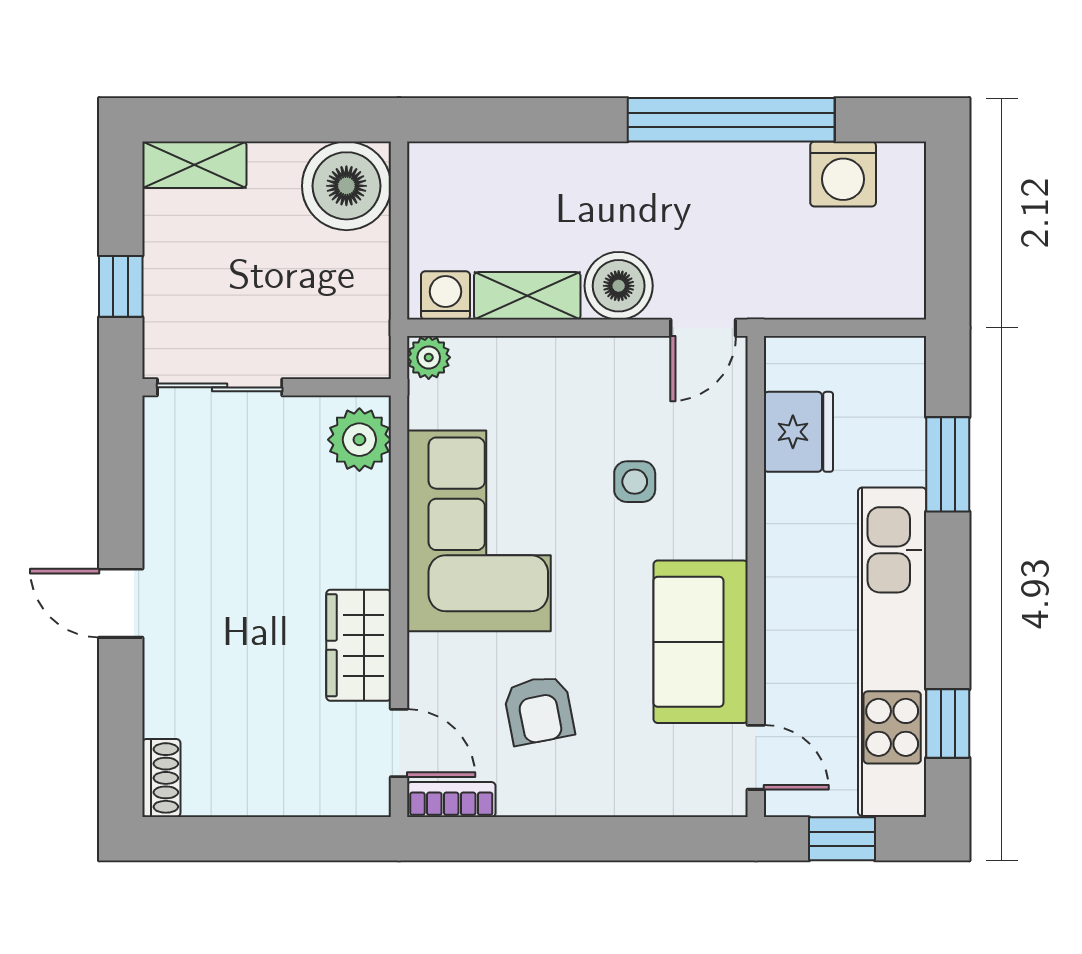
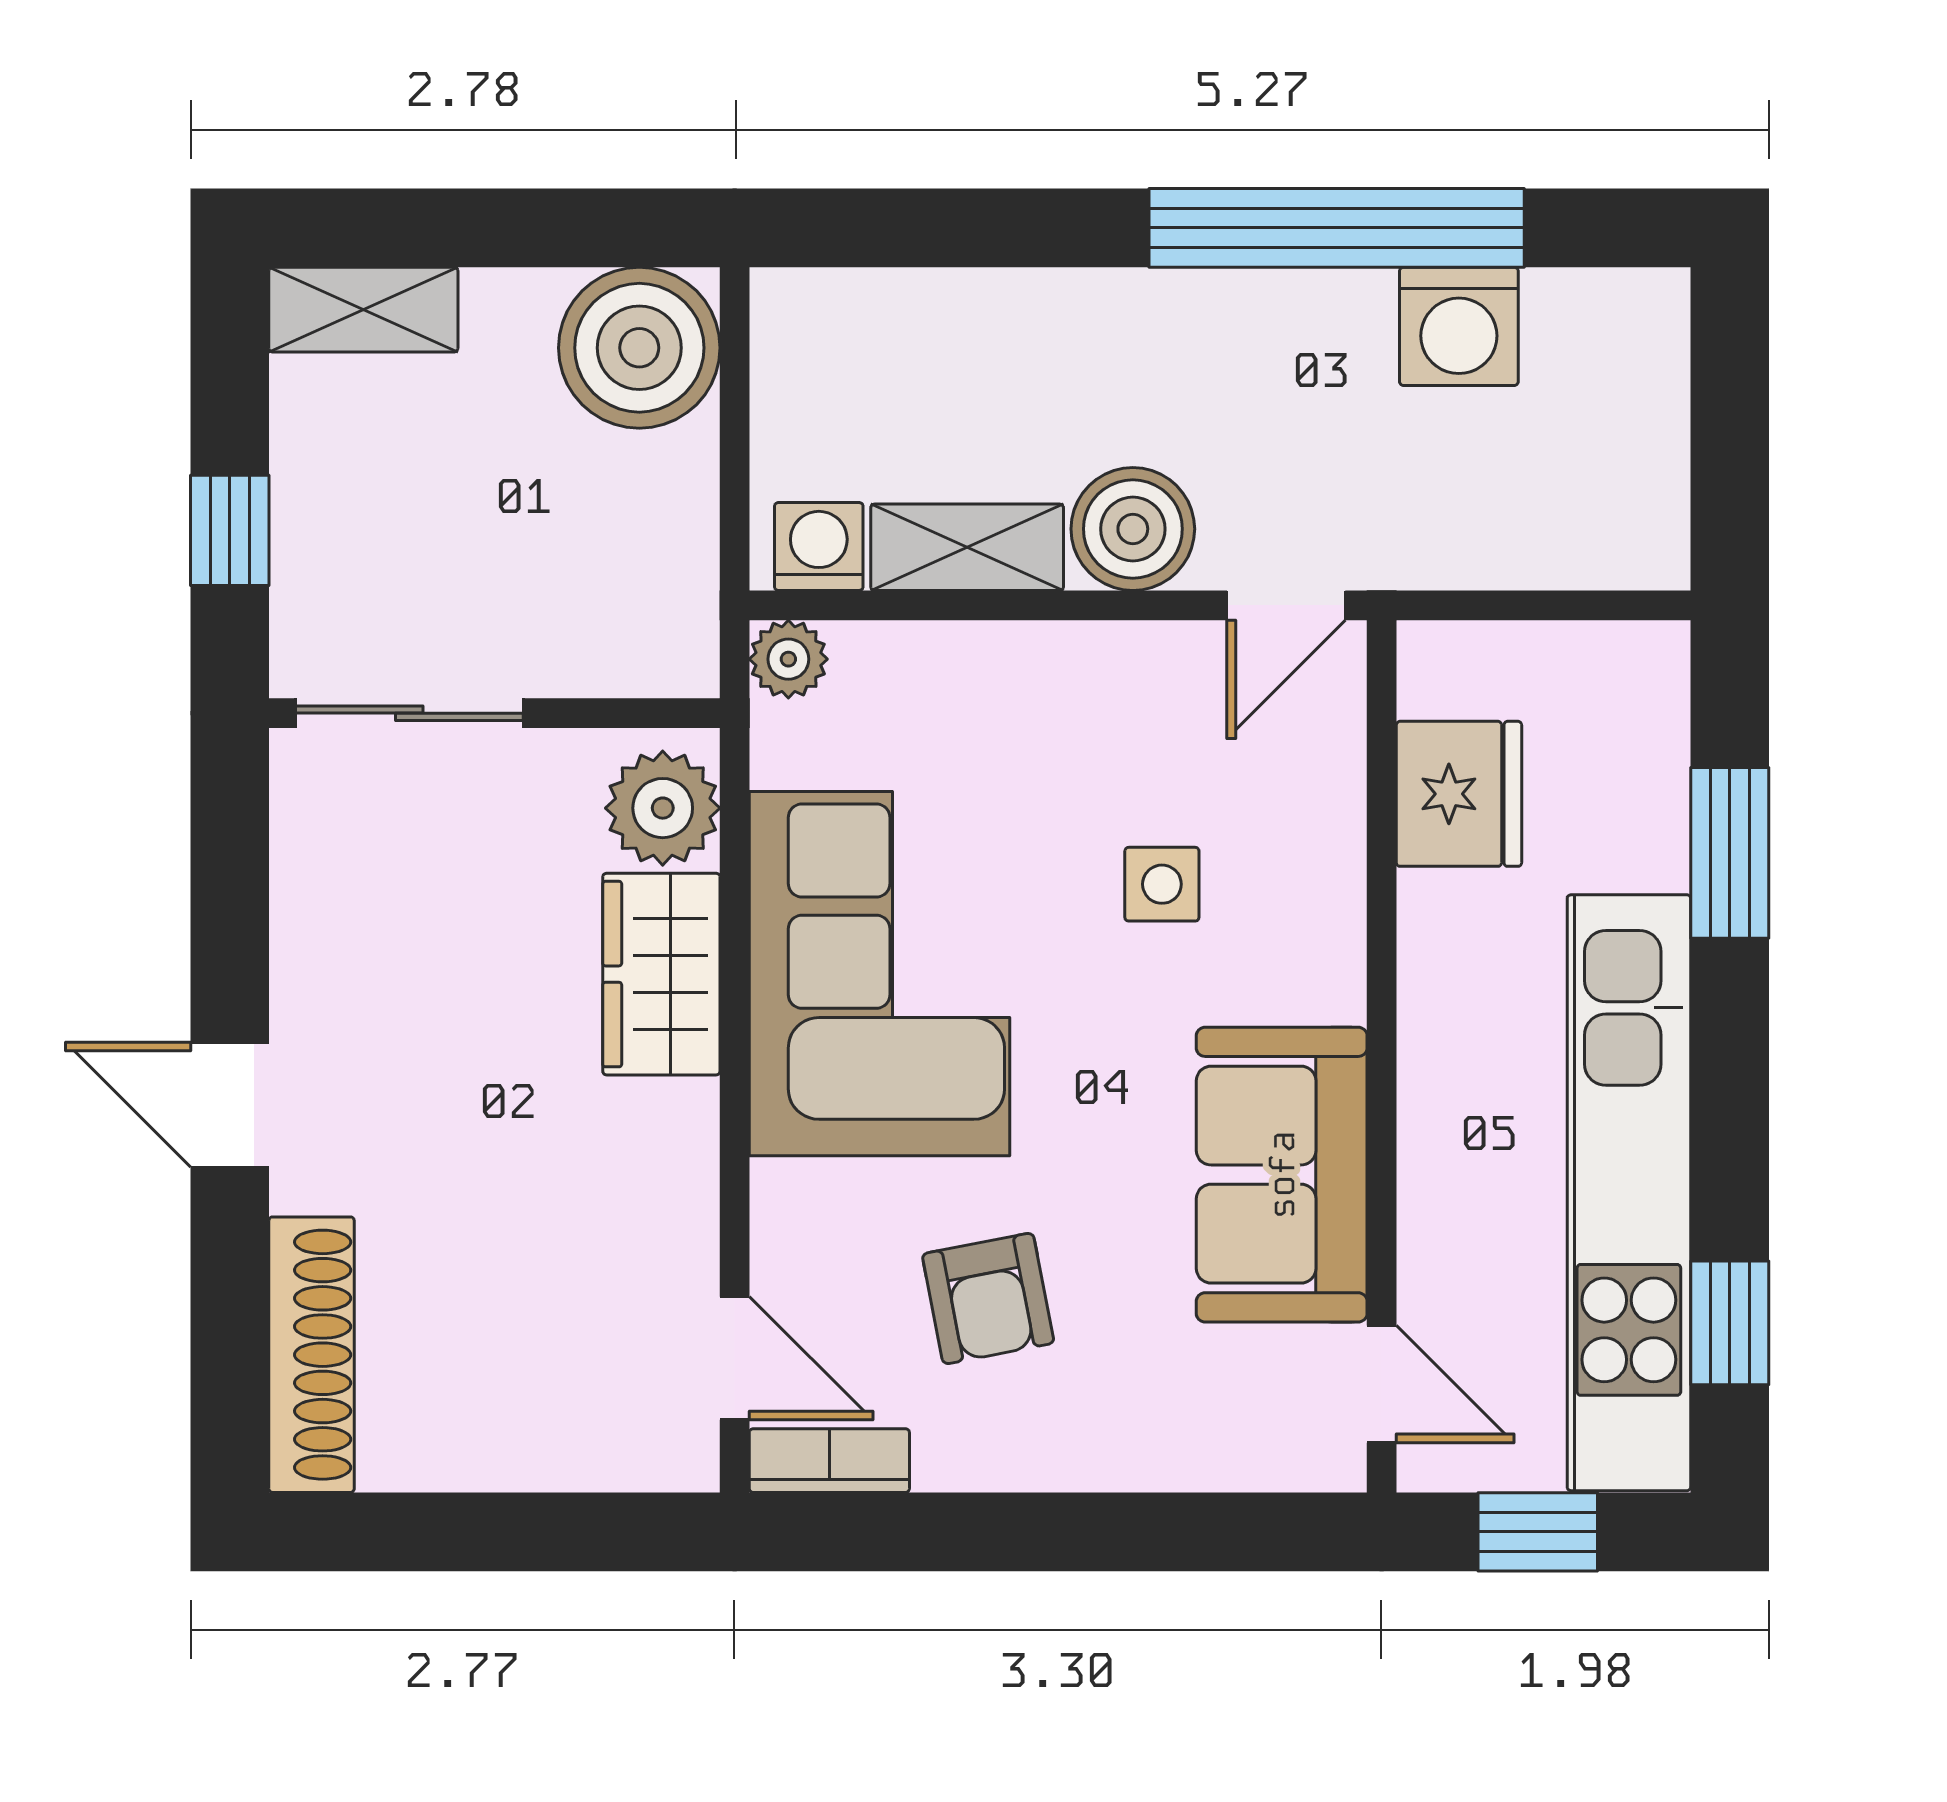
washing machine: (843, 174) -> (1459, 326), moved
wardrobe: (359, 645) -> (661, 974), moved
shoe rack: (161, 778) -> (312, 1355), width x1.94, depth x1.24

